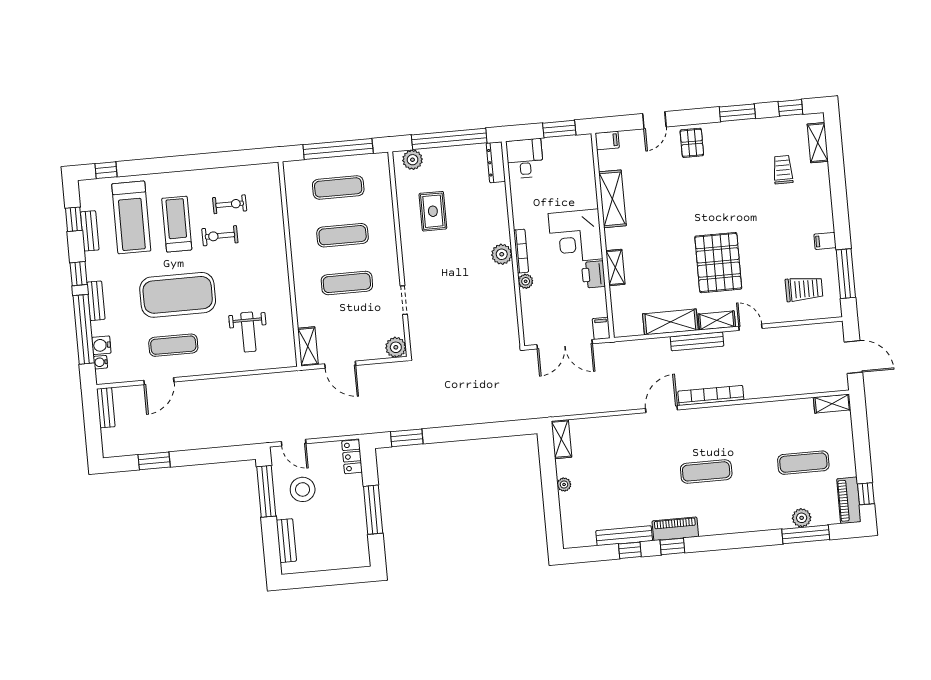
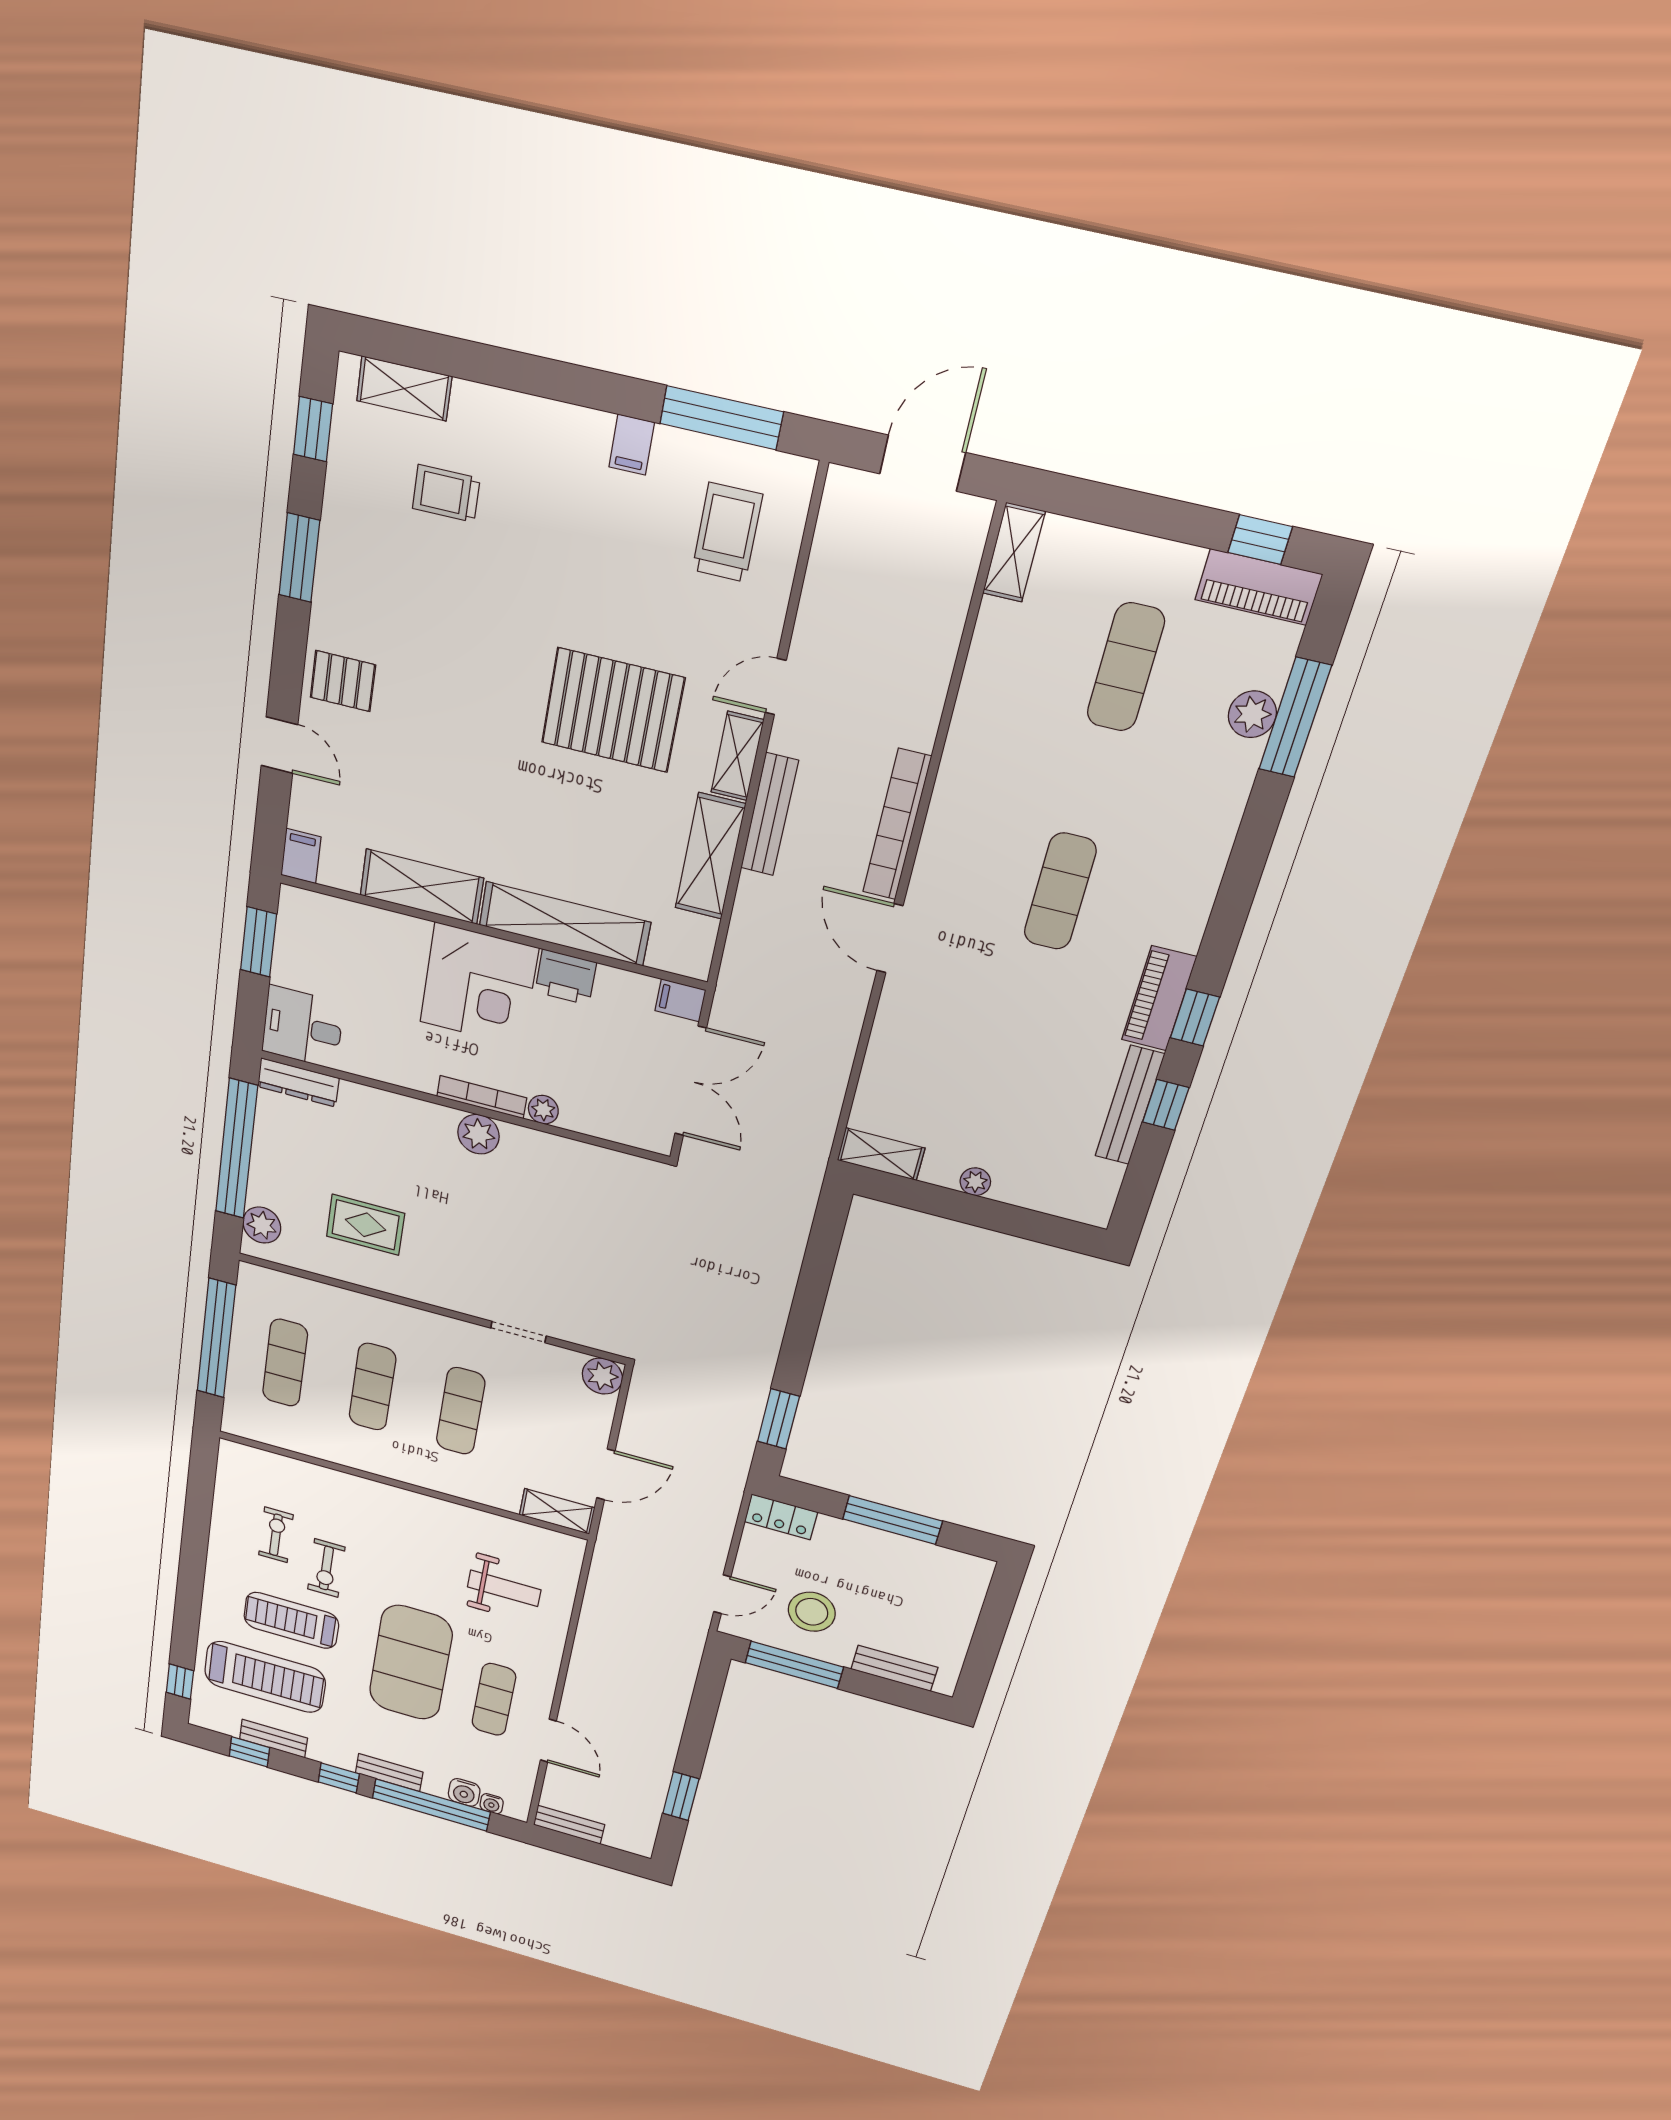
shelving: (615, 267) -> (565, 924), width x2.20, depth x1.33

